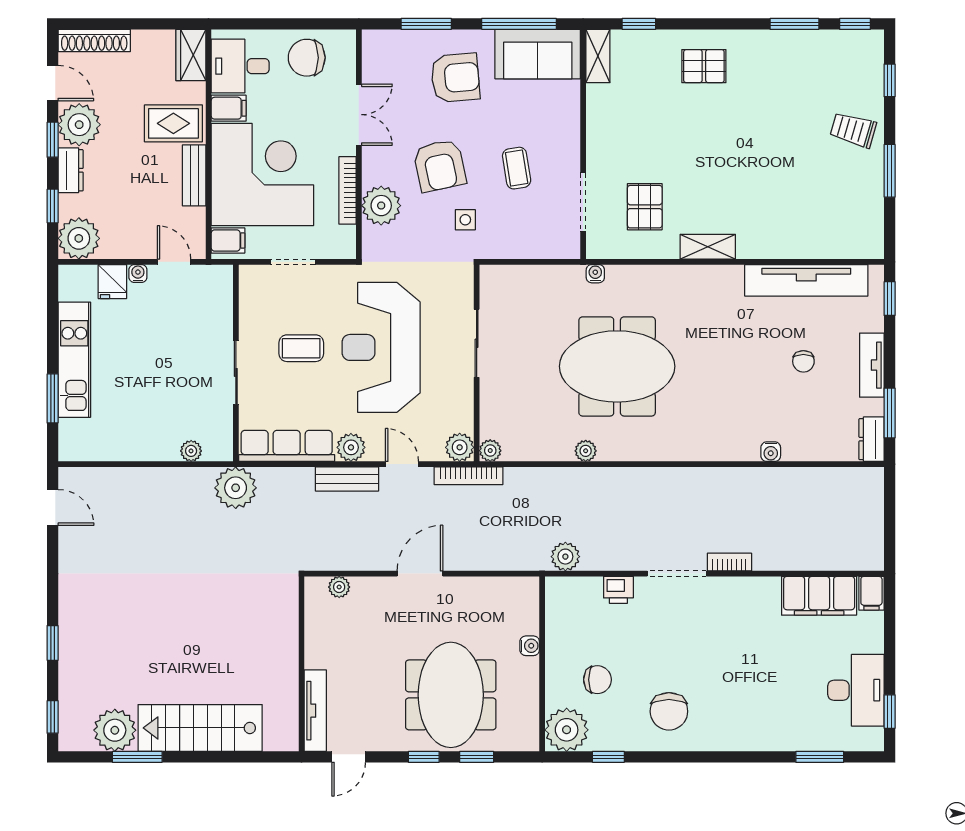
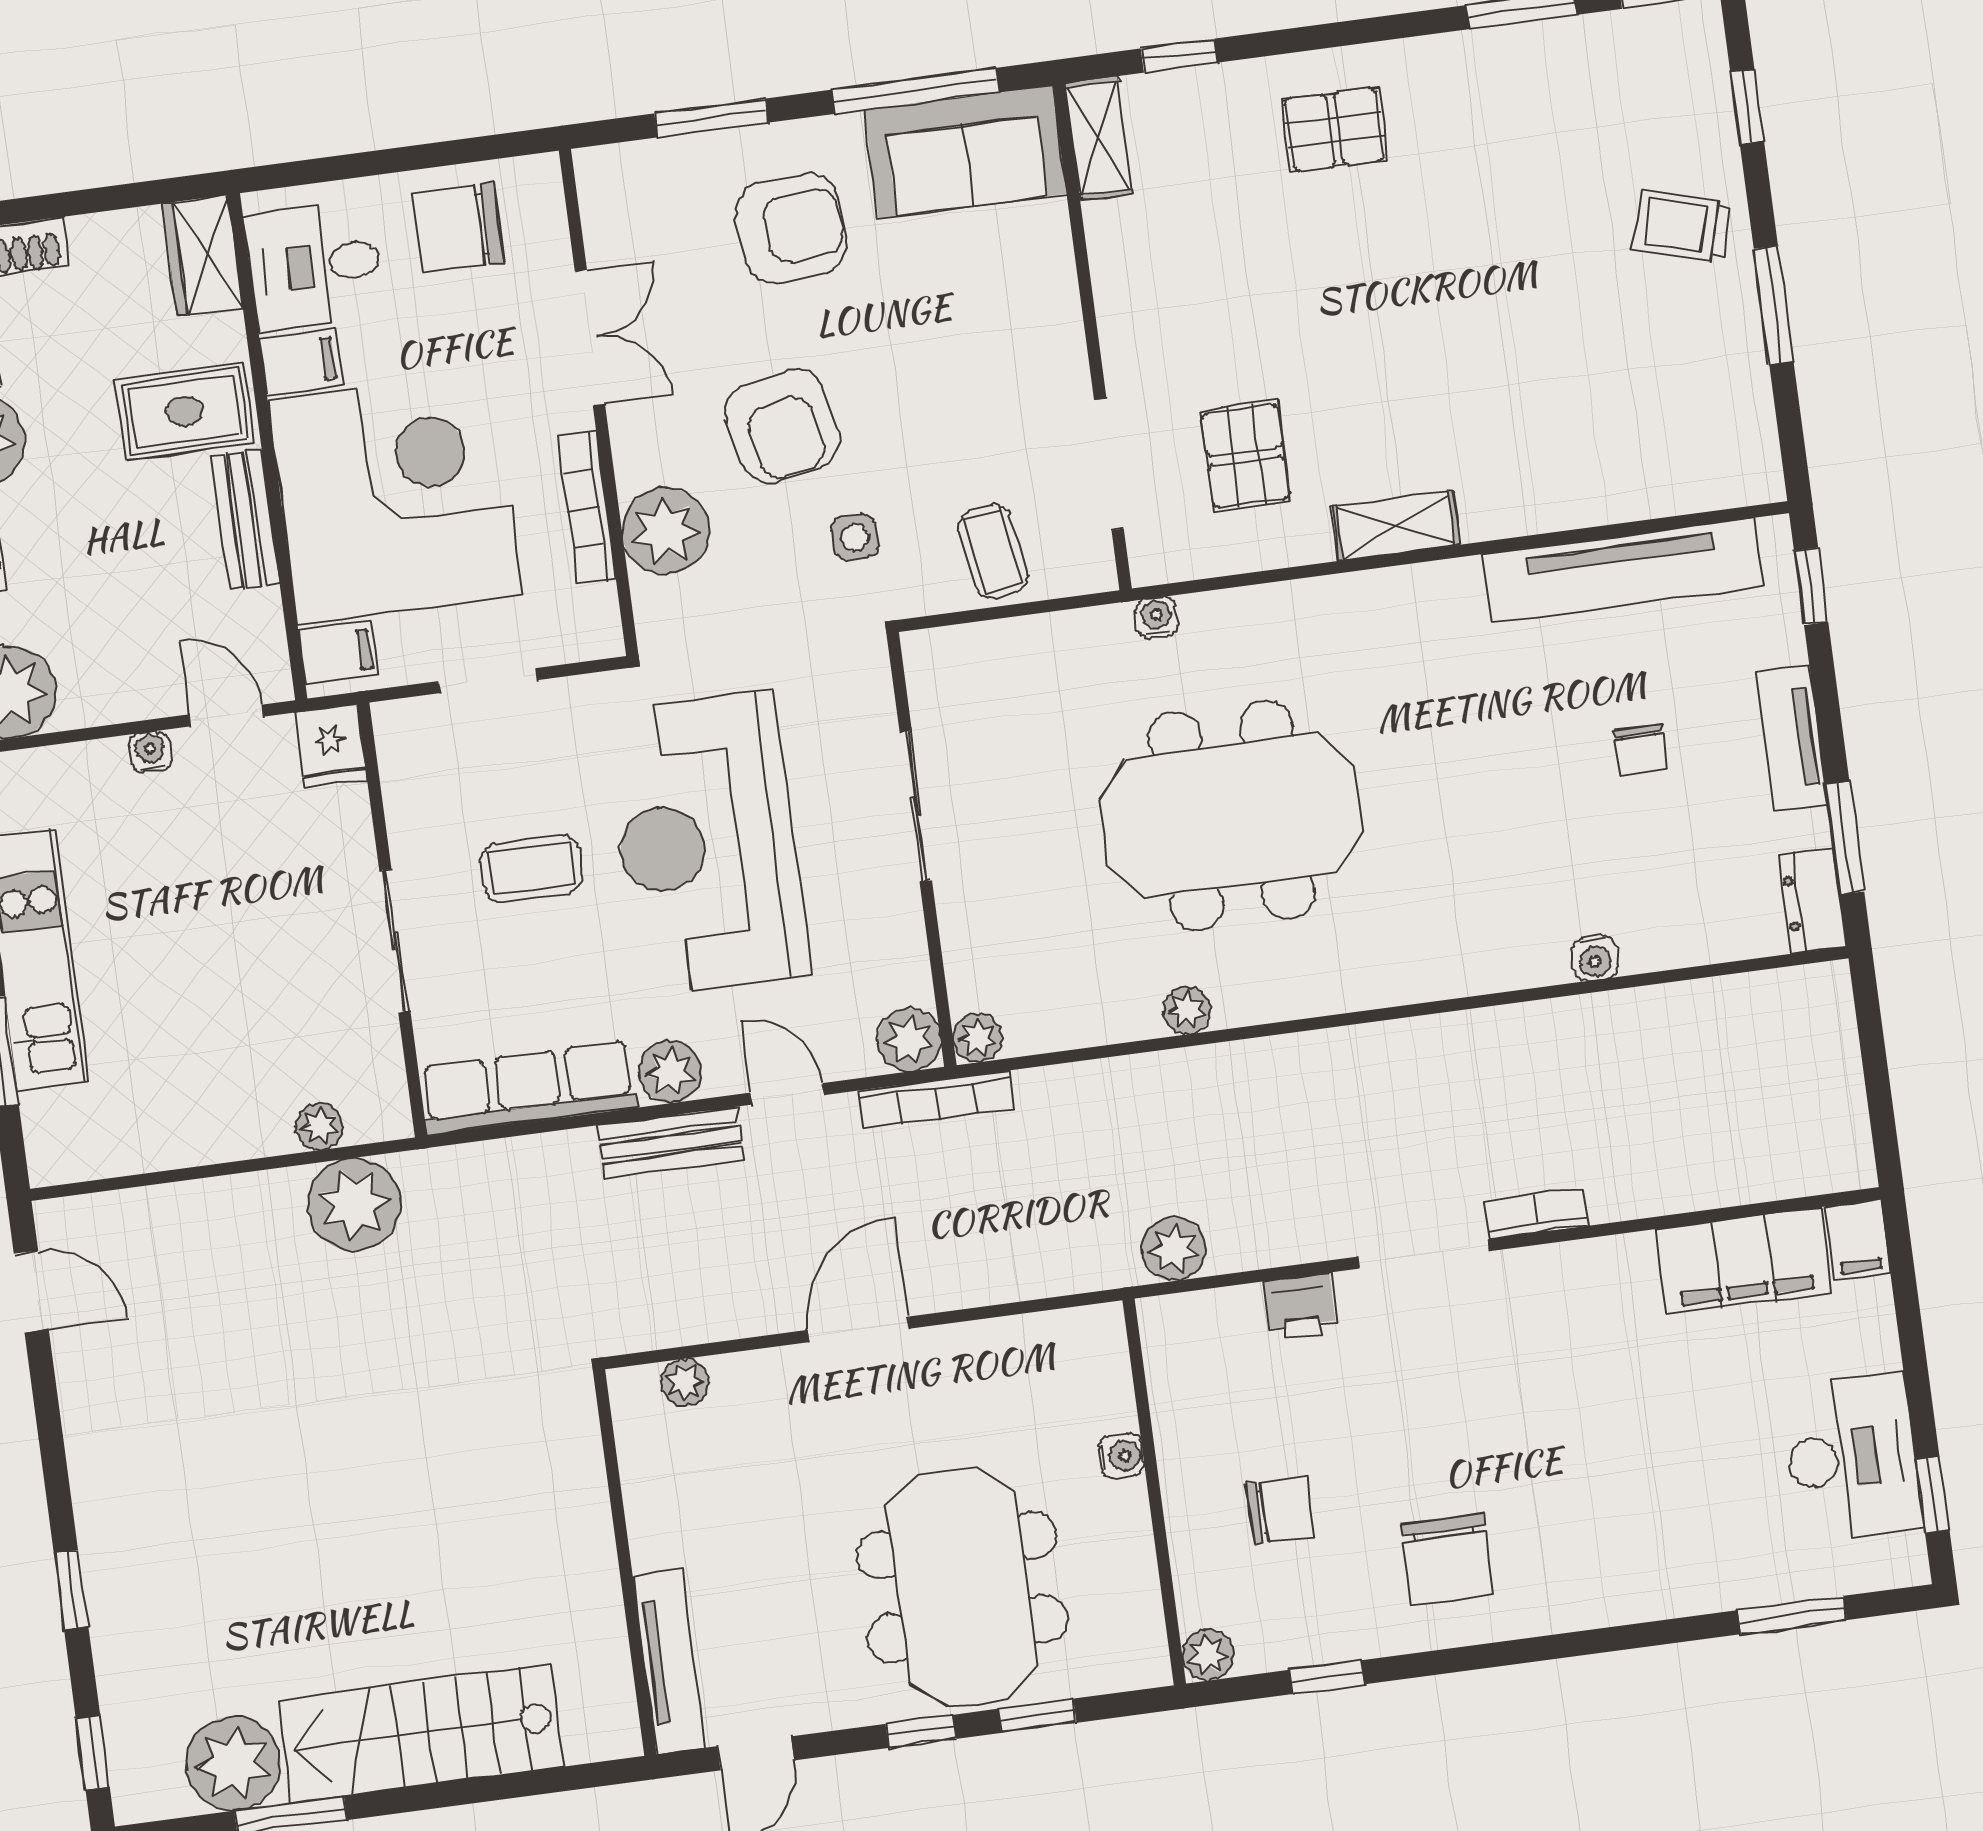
coffee table: (517, 168) -> (993, 552), moved
fridge: (112, 282) -> (331, 746), moved
plant: (236, 488) -> (354, 1204), moved
plant: (567, 730) -> (1208, 1655), width x0.53, depth x0.53

